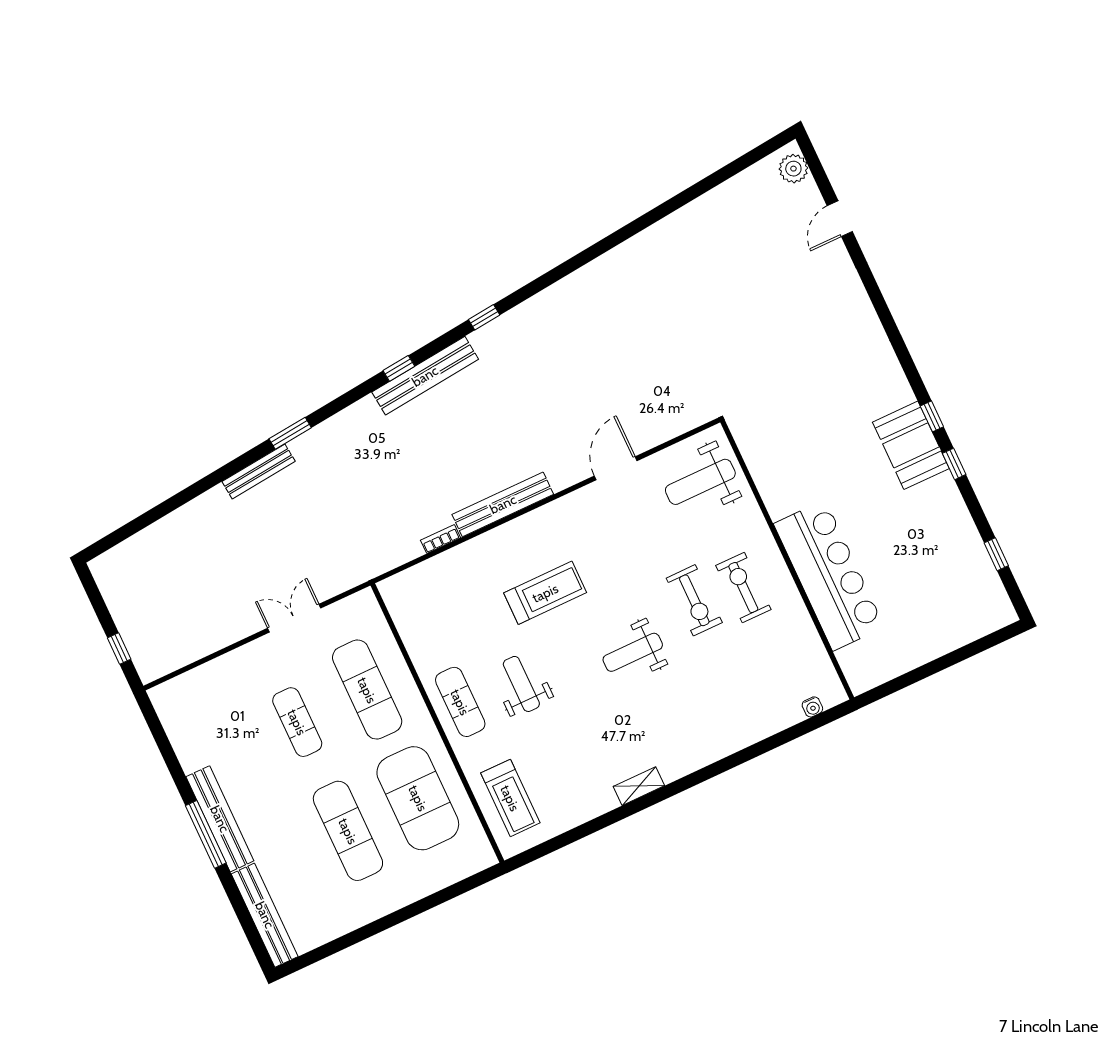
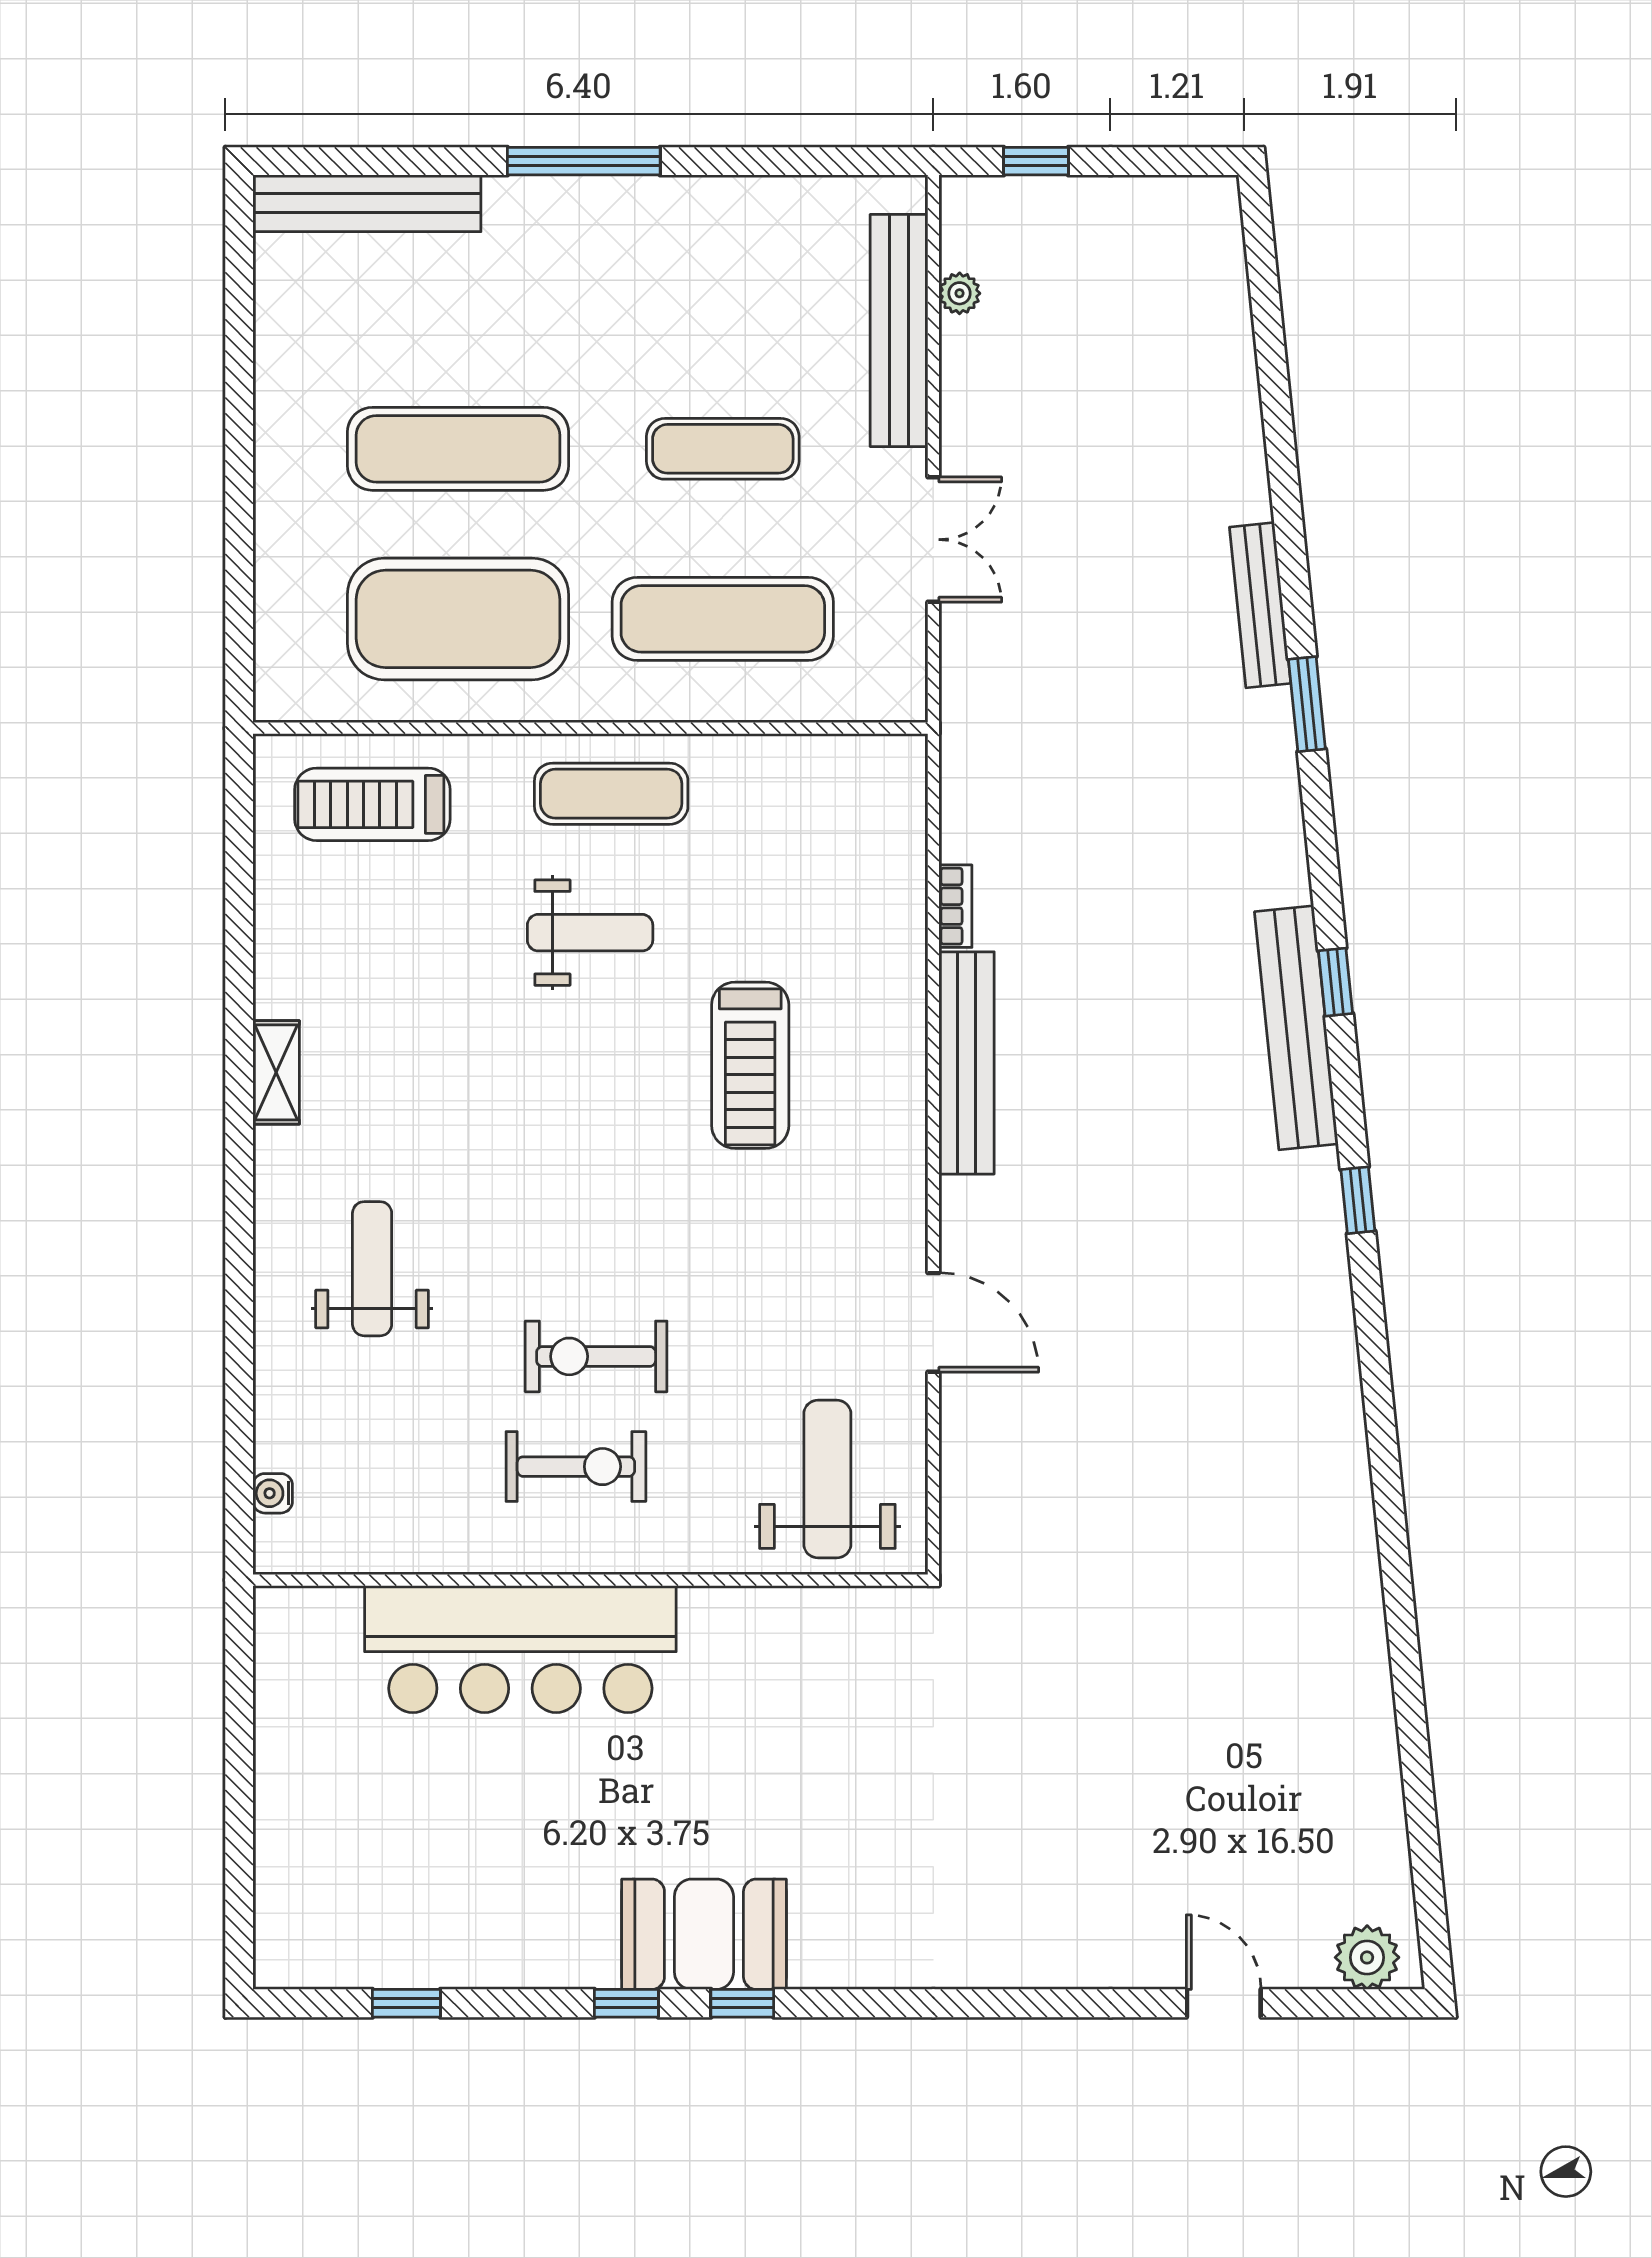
weight bench: (633, 652) -> (372, 1269), moved
plant: (188, 655) -> (960, 293), added
bench: (220, 819) -> (899, 330), moved, turned 90

